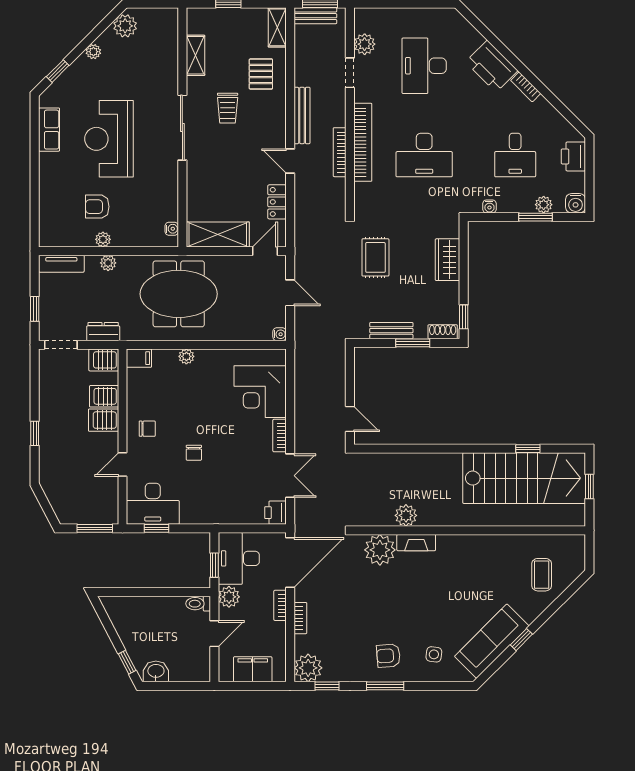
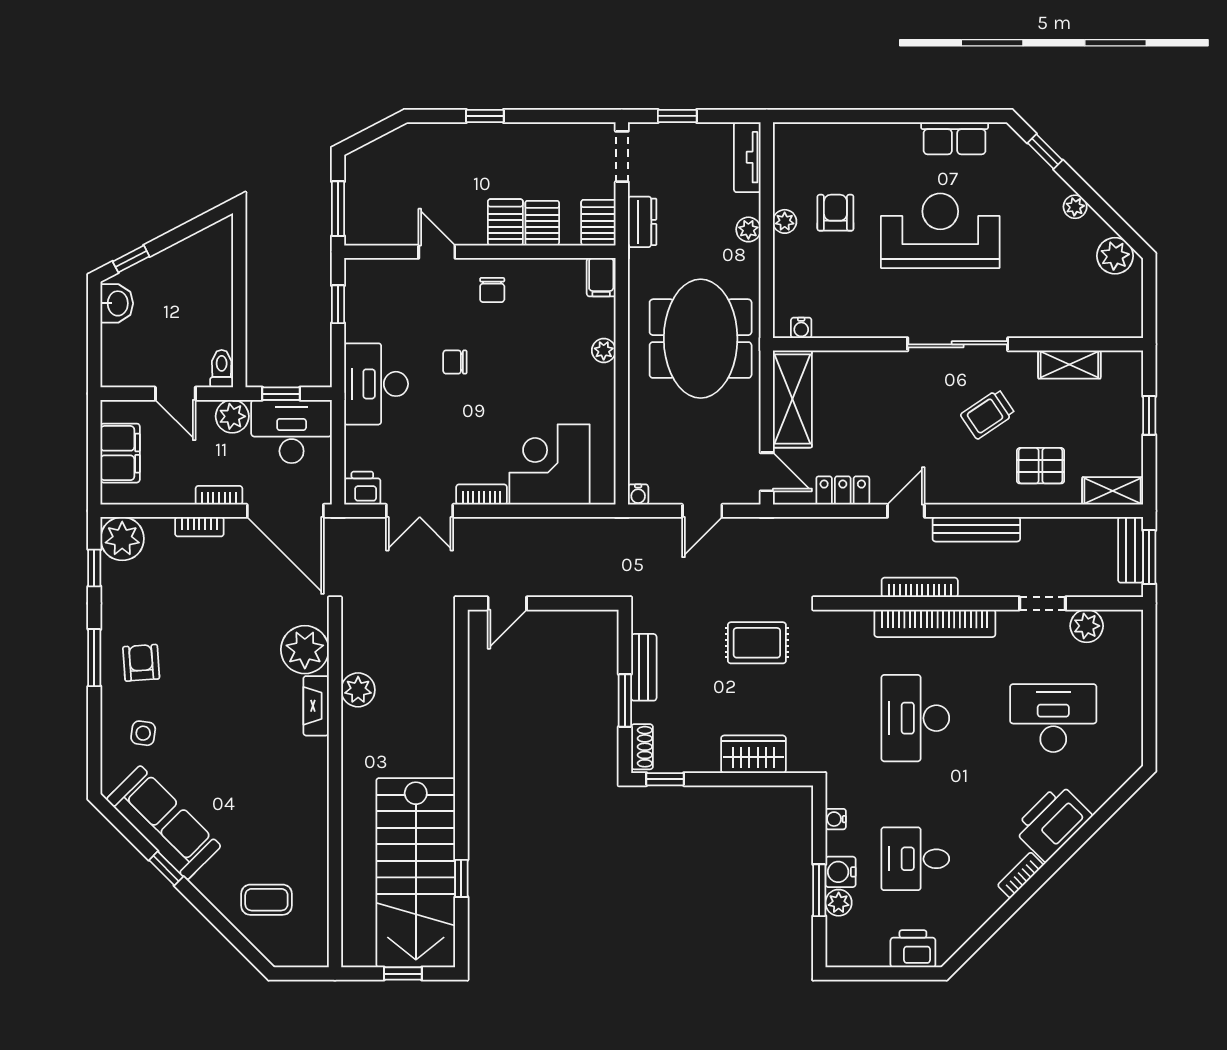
trolley: (228, 108) -> (988, 414), turned -34
water cooler: (576, 203) -> (841, 872), moved
desk: (153, 504) -> (376, 384), moved

